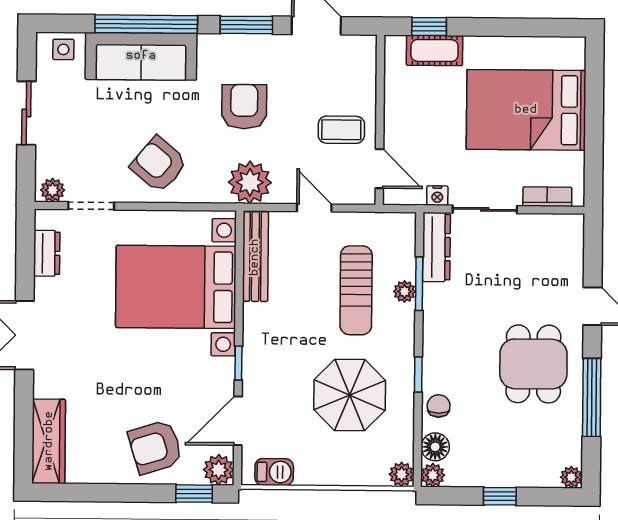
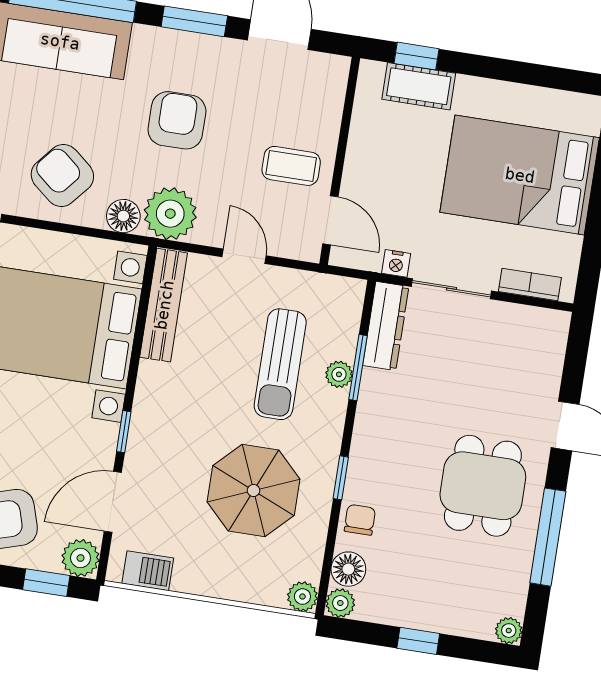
floor lamp: (212, 190) -> (123, 216), added

